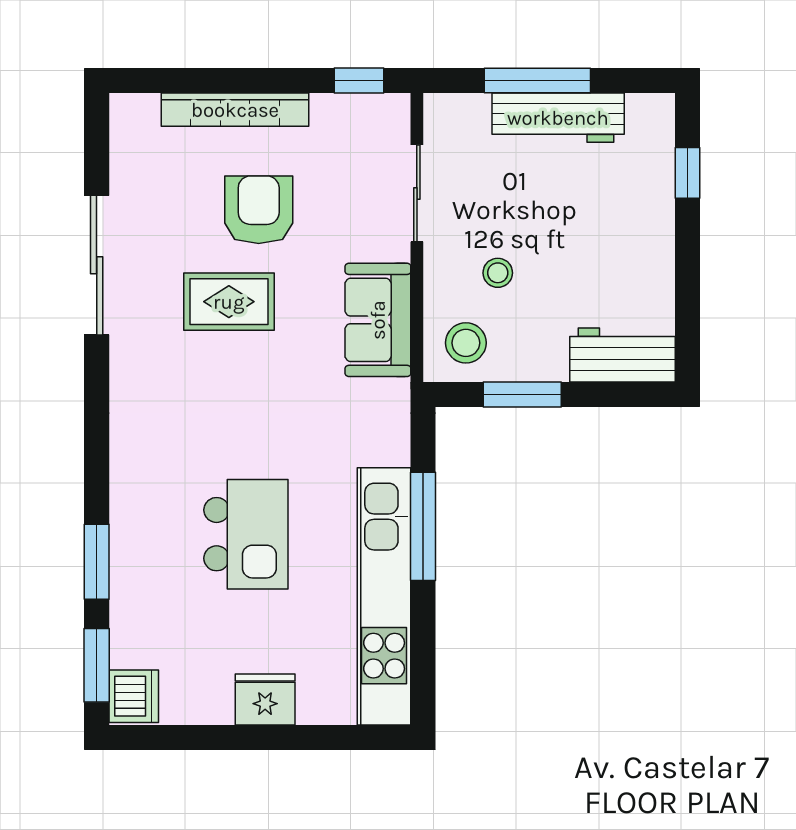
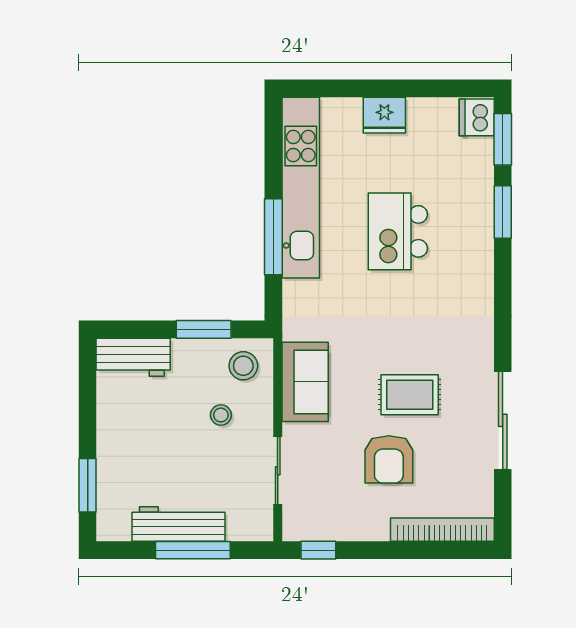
bookcase: (235, 110) -> (442, 530), moved
window: (688, 173) -> (88, 485), width x1.50

